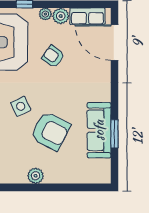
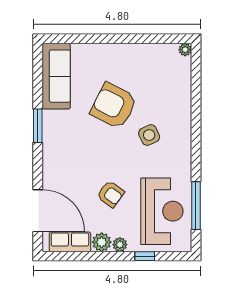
sofa: (99, 130) -> (56, 76), moved
window: (114, 134) -> (38, 126), moved
plant: (36, 176) -> (131, 53), removed

